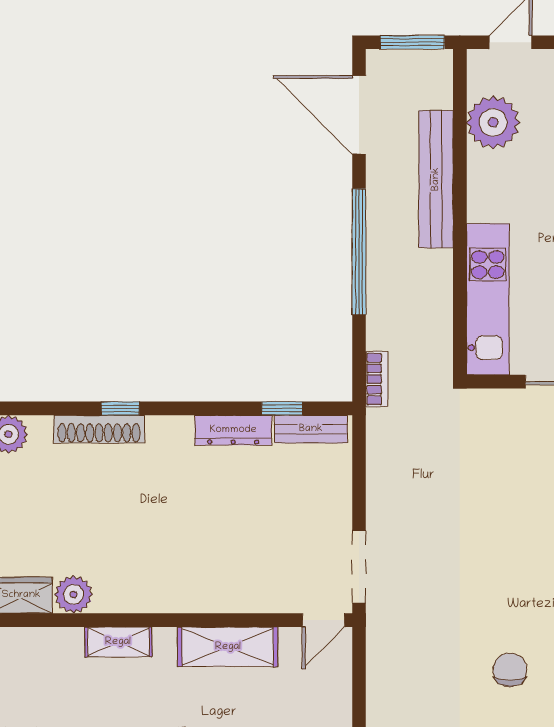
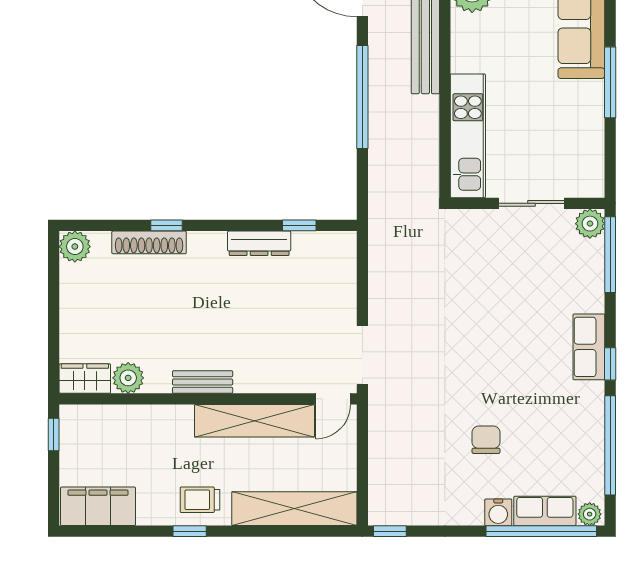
bookcase: (377, 379) -> (377, 201), removed
bench: (311, 429) -> (203, 382), moved
shelving: (118, 642) -> (165, 417), removed
shelving: (228, 647) -> (255, 421), width x1.47

